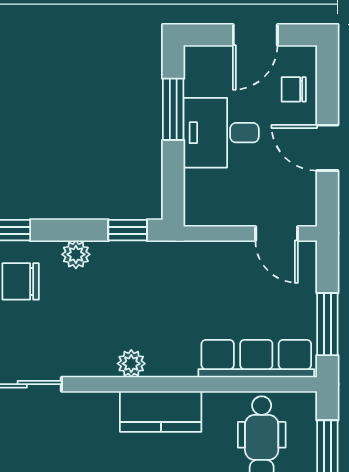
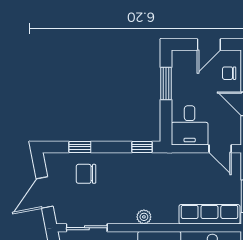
desk: (221, 133) -> (190, 125), moved, turned -90
plant: (76, 254) -> (115, 160), removed

